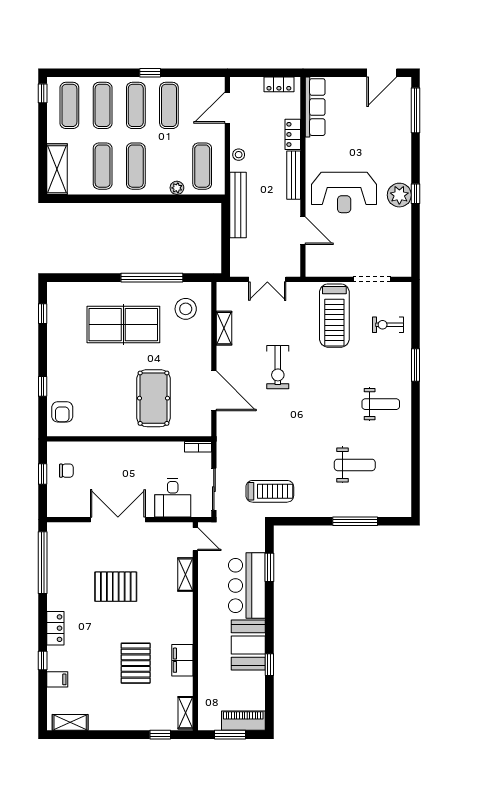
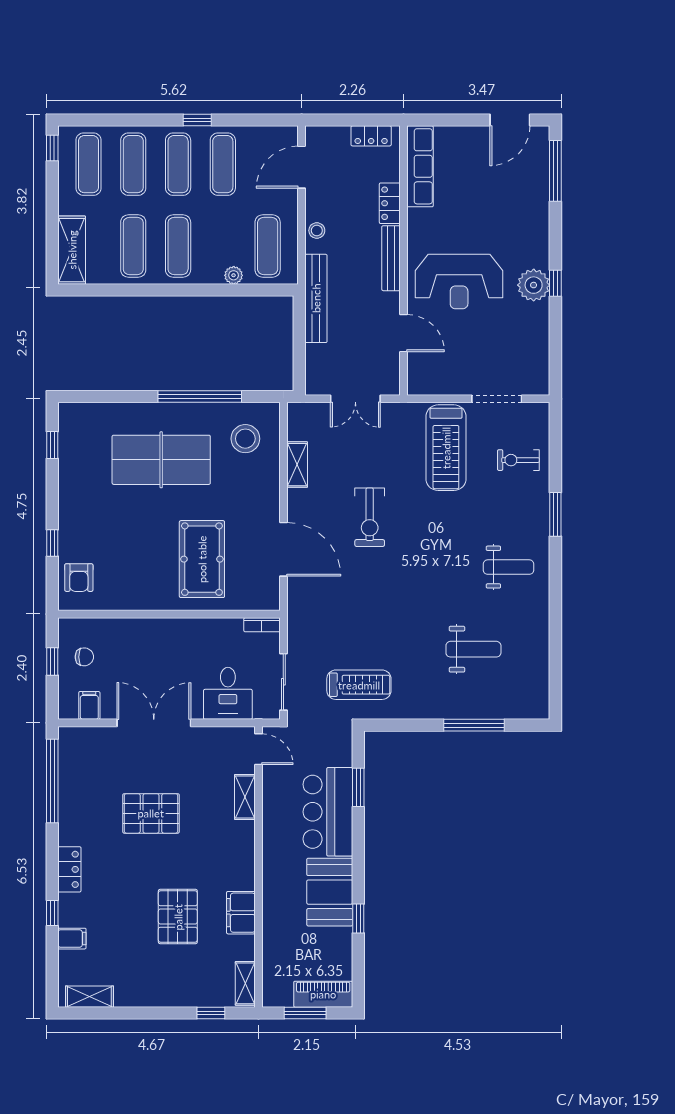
filing cabinet: (70, 507) -> (89, 705), added

